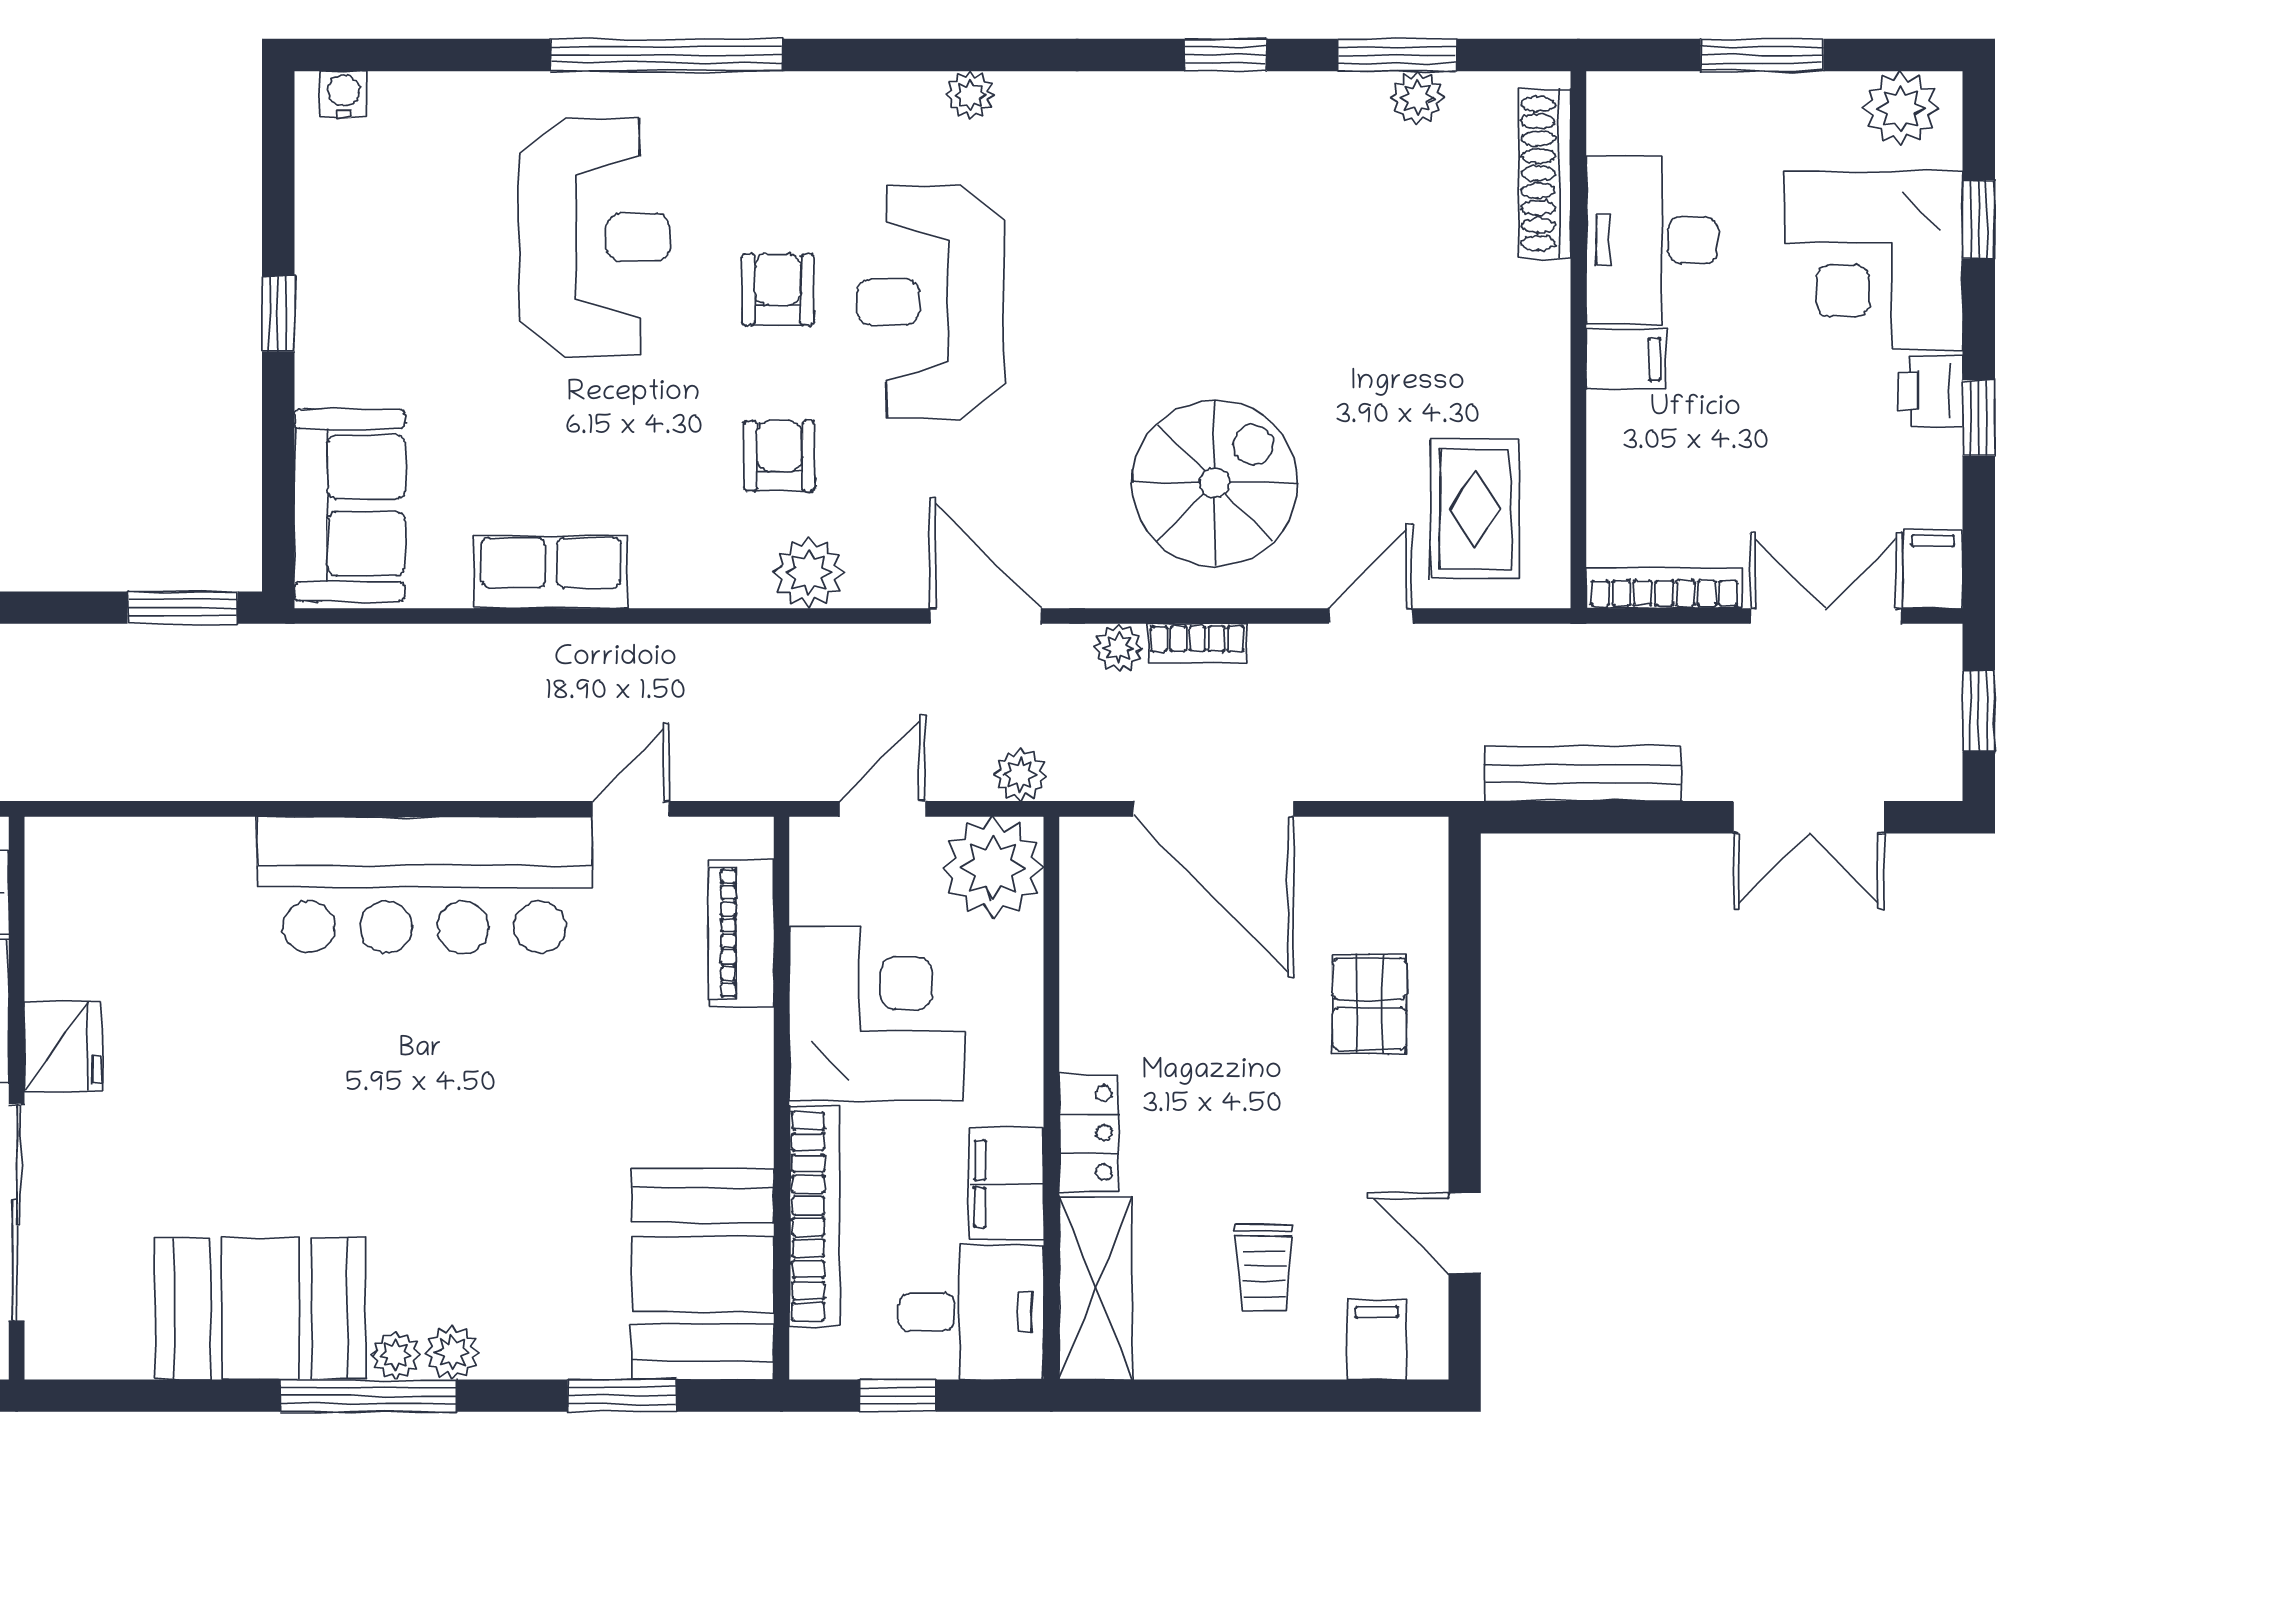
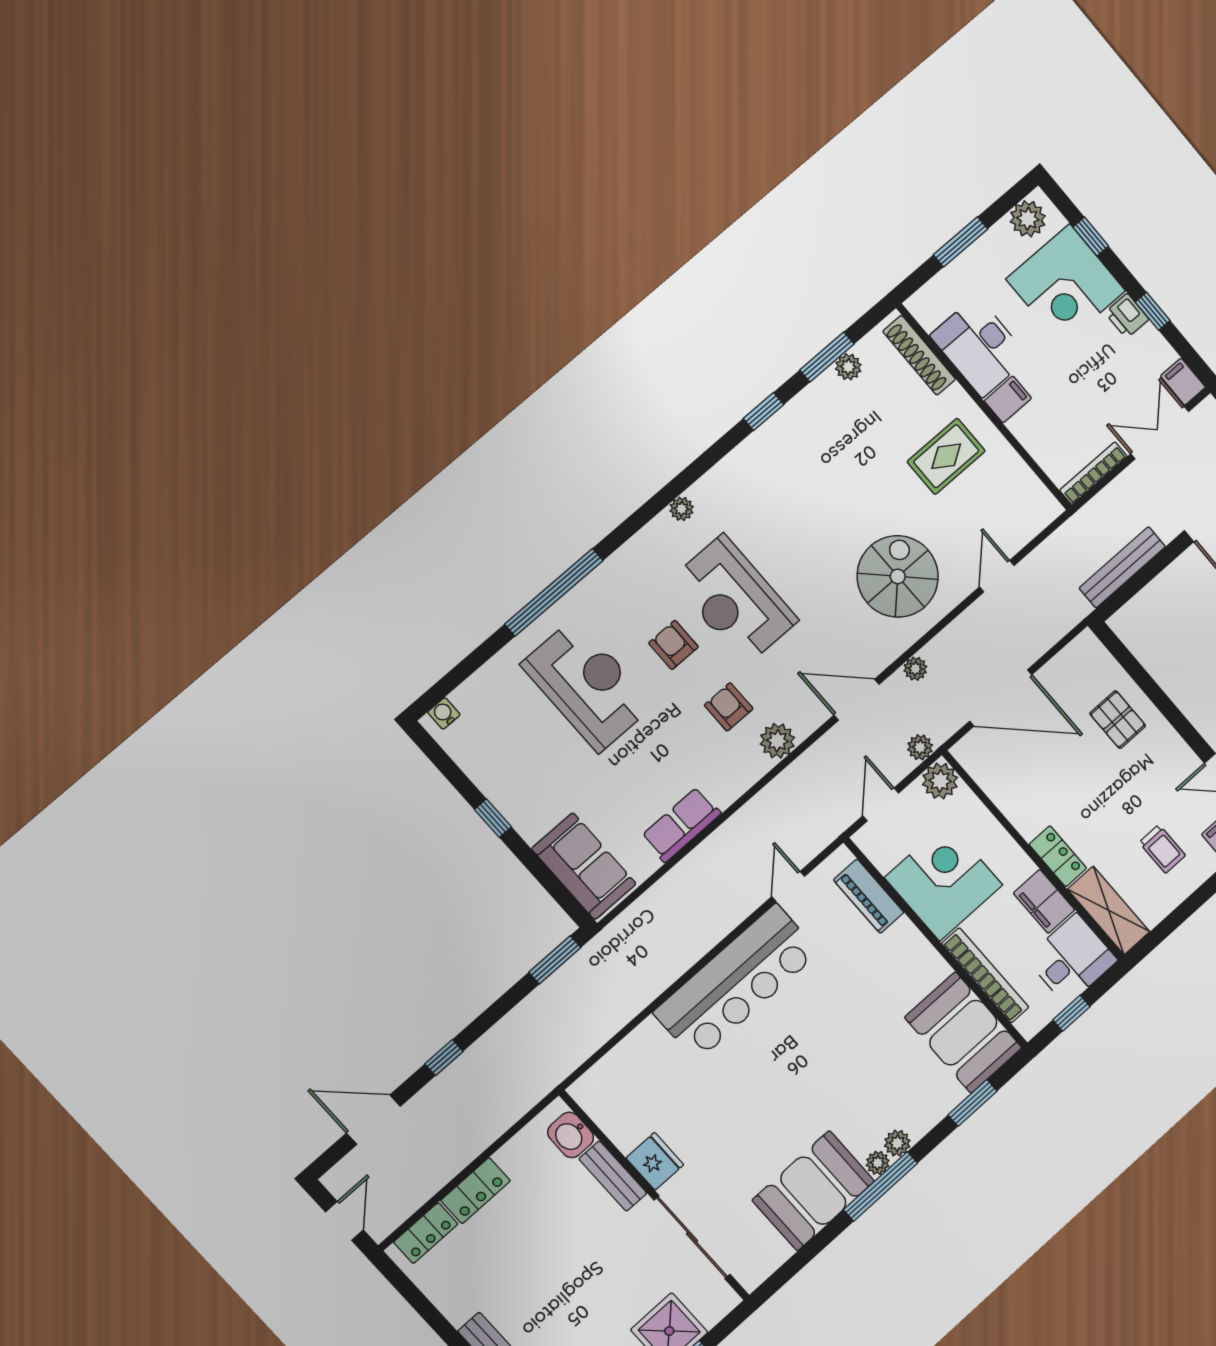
rug: (1475, 509) -> (946, 456), moved, turned 90
bookcase: (1197, 644) -> (943, 642), removed
plant: (993, 867) -> (940, 781), width x0.73, depth x0.73

